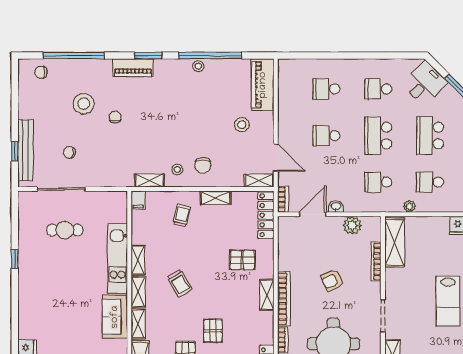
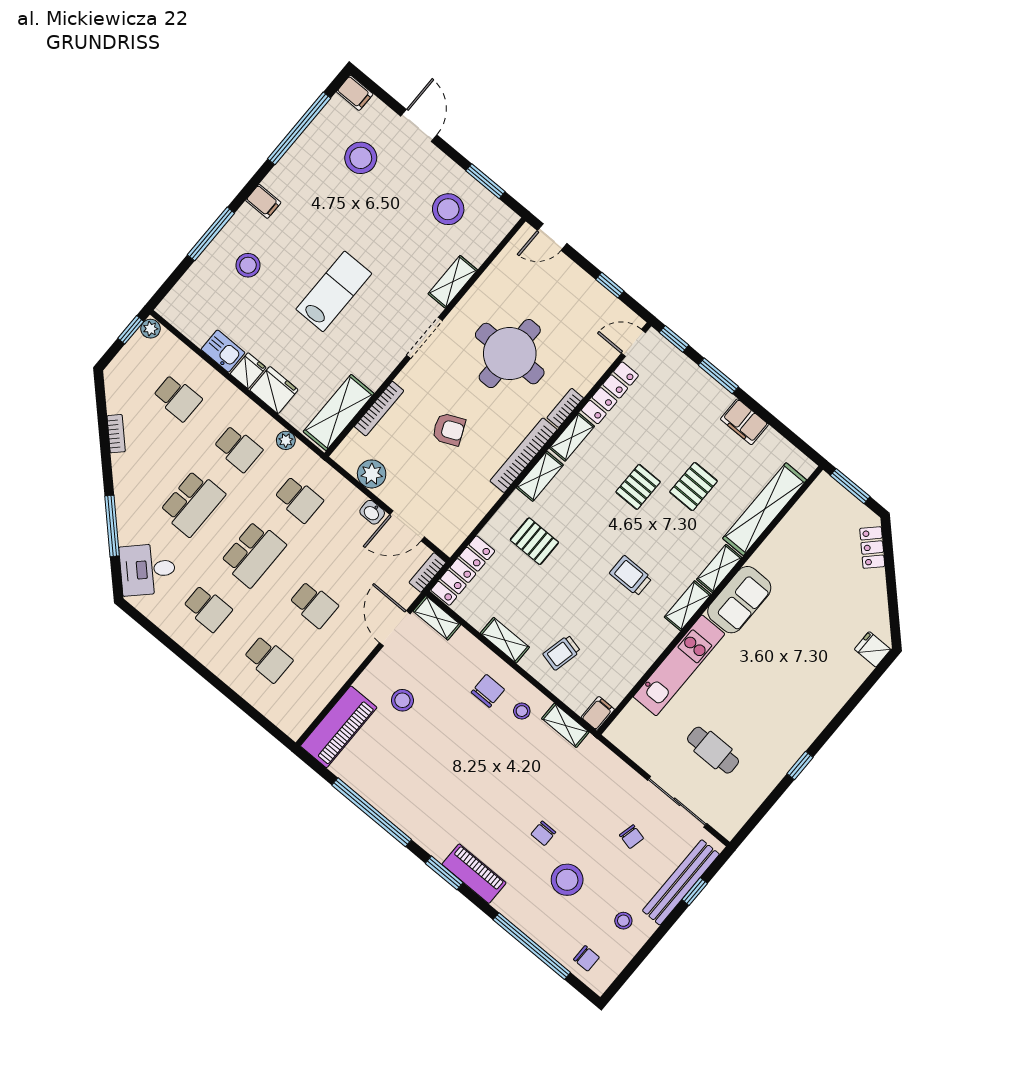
stool: (198, 66) -> (623, 921), moved
fridge: (437, 227) -> (274, 390), added
shelving: (138, 260) -> (572, 437), moved
trolley: (179, 283) -> (631, 576), turned -59

